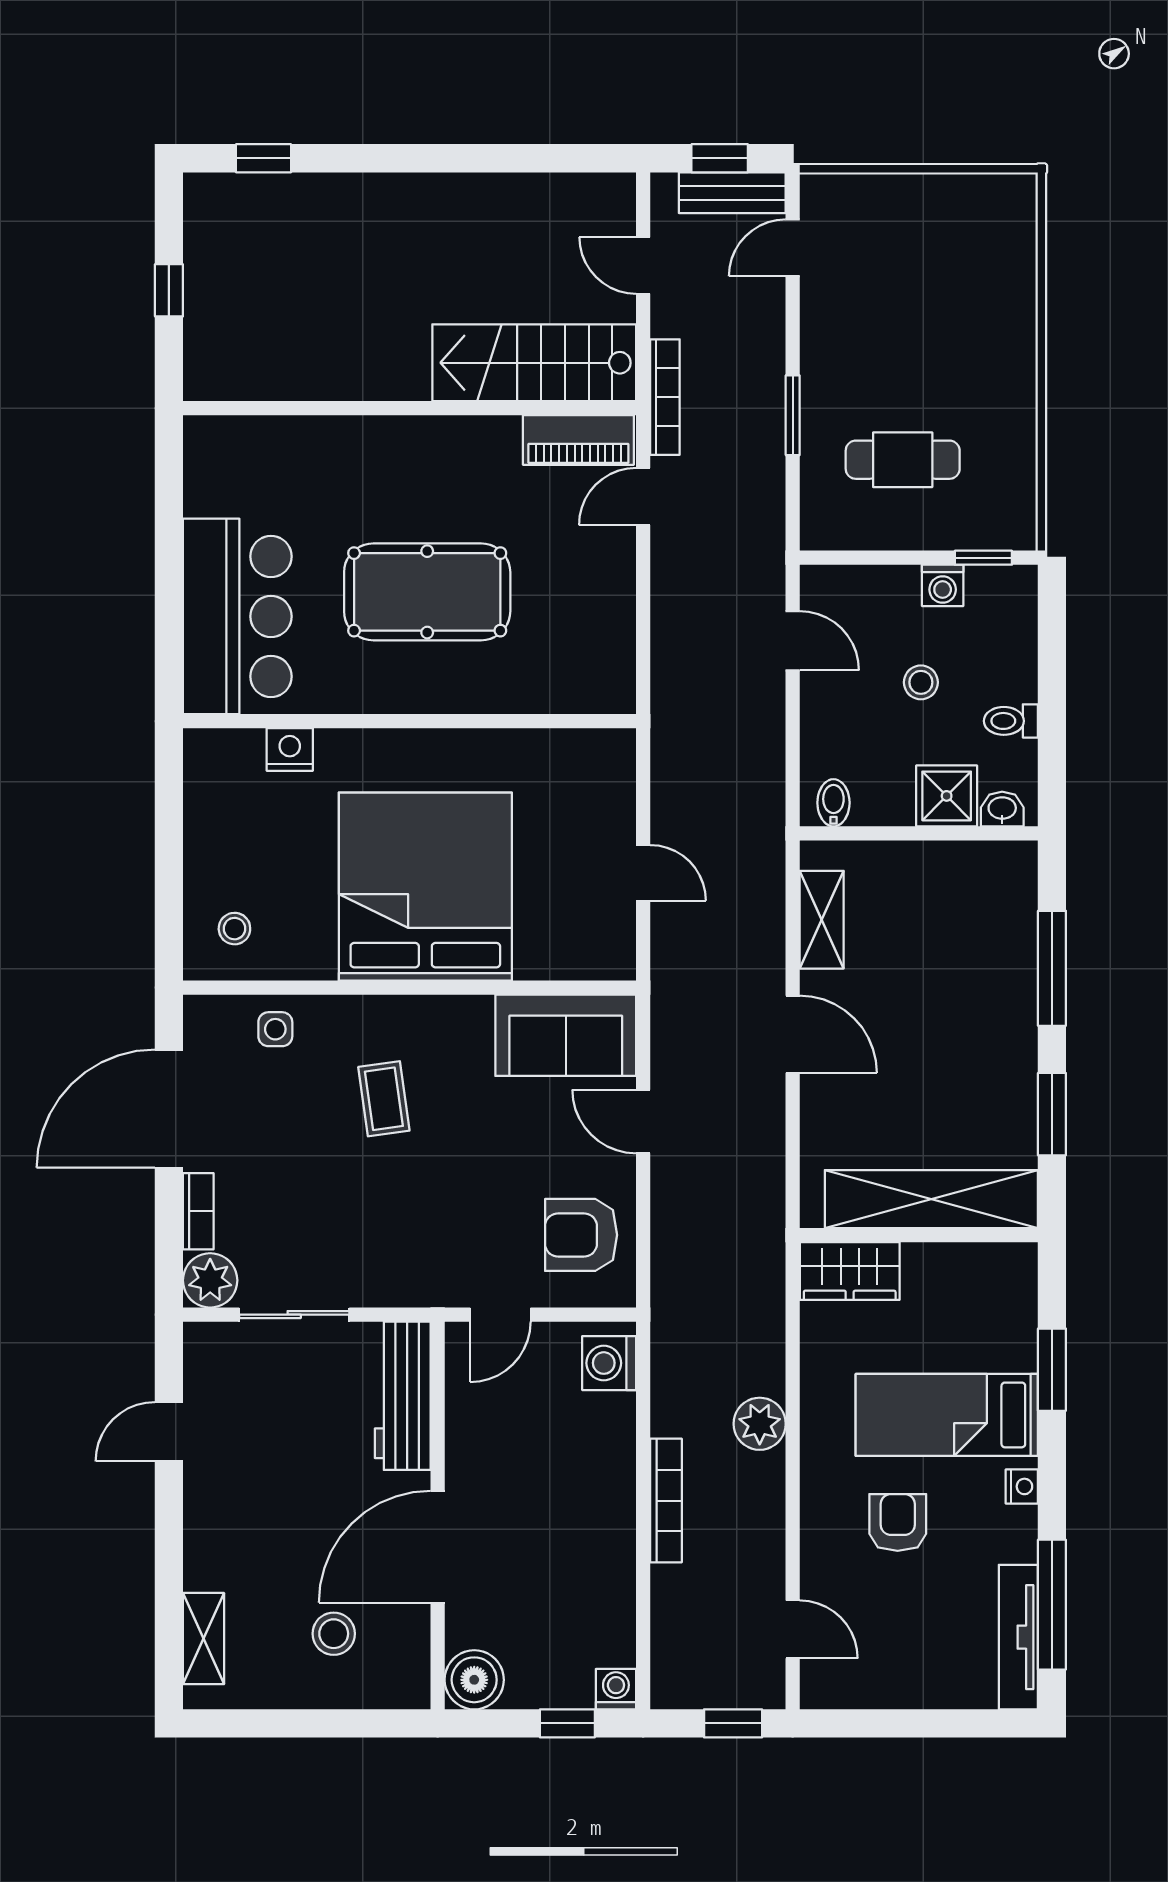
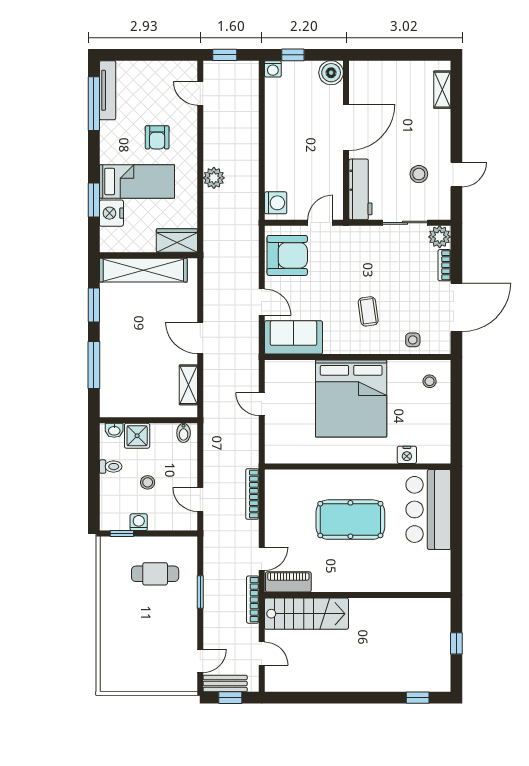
armchair: (581, 1235) -> (287, 255), width x1.36, depth x1.36
nightstand: (1022, 1486) -> (111, 213), moved, width x1.89, depth x1.79
bookcase: (666, 1501) -> (252, 494), moved
stool: (334, 1634) -> (419, 174), moved

